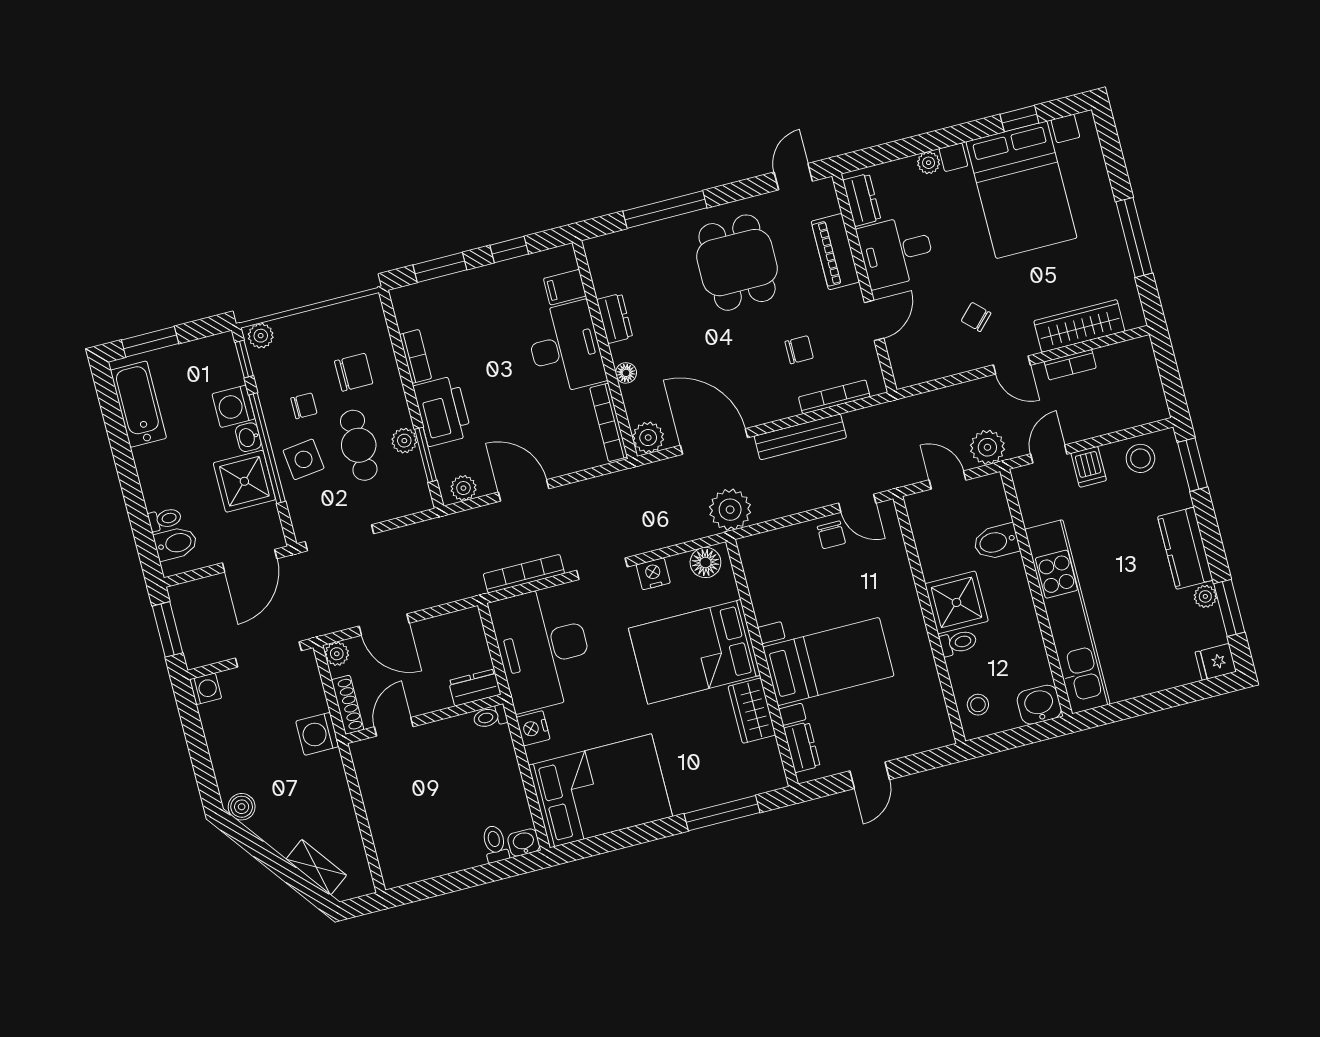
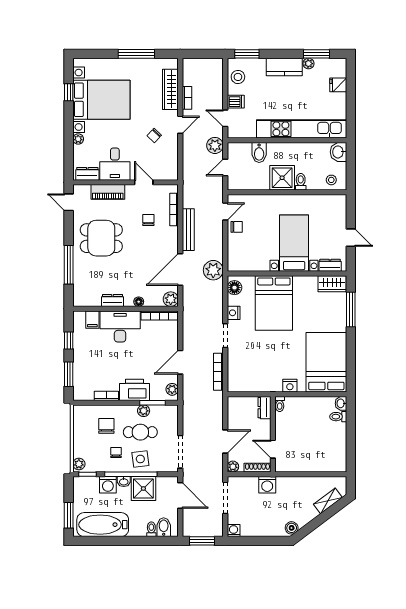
bathtub: (138, 404) -> (103, 525), width x1.36, depth x1.36
desk: (543, 648) -> (255, 372), removed
fridge: (1216, 662) -> (338, 85), moved, turned 90
wardrobe: (752, 711) -> (332, 284), moved

